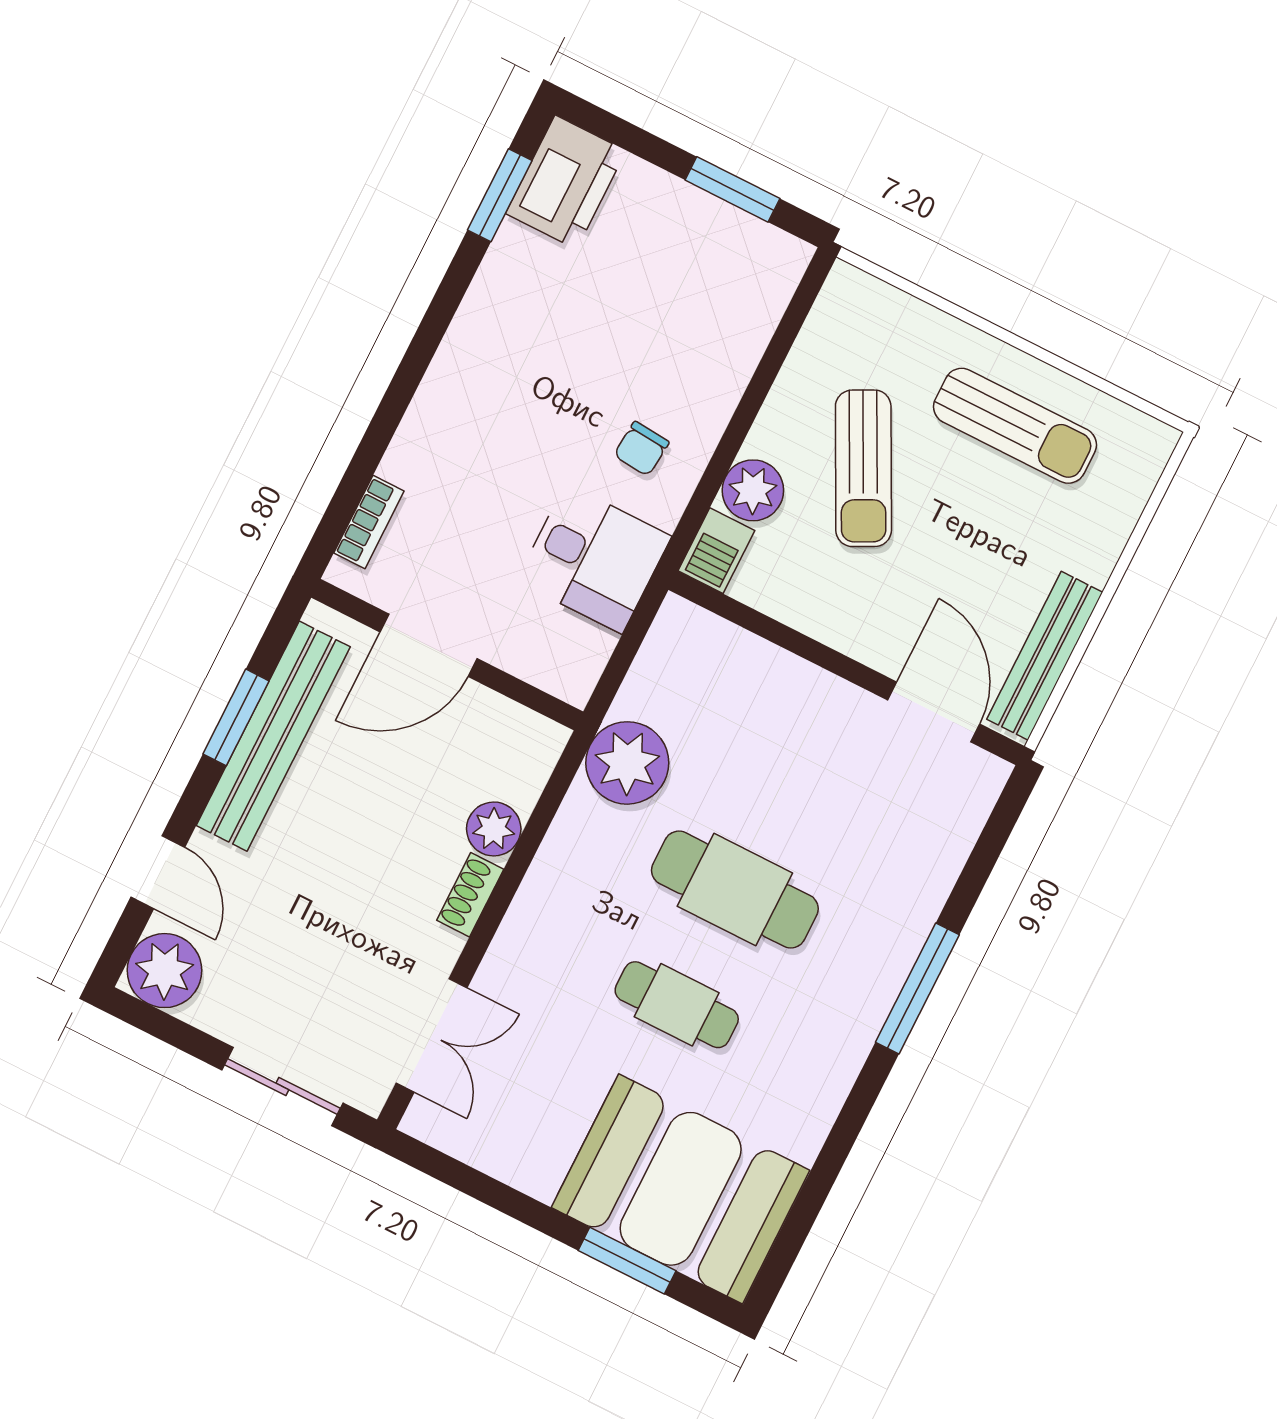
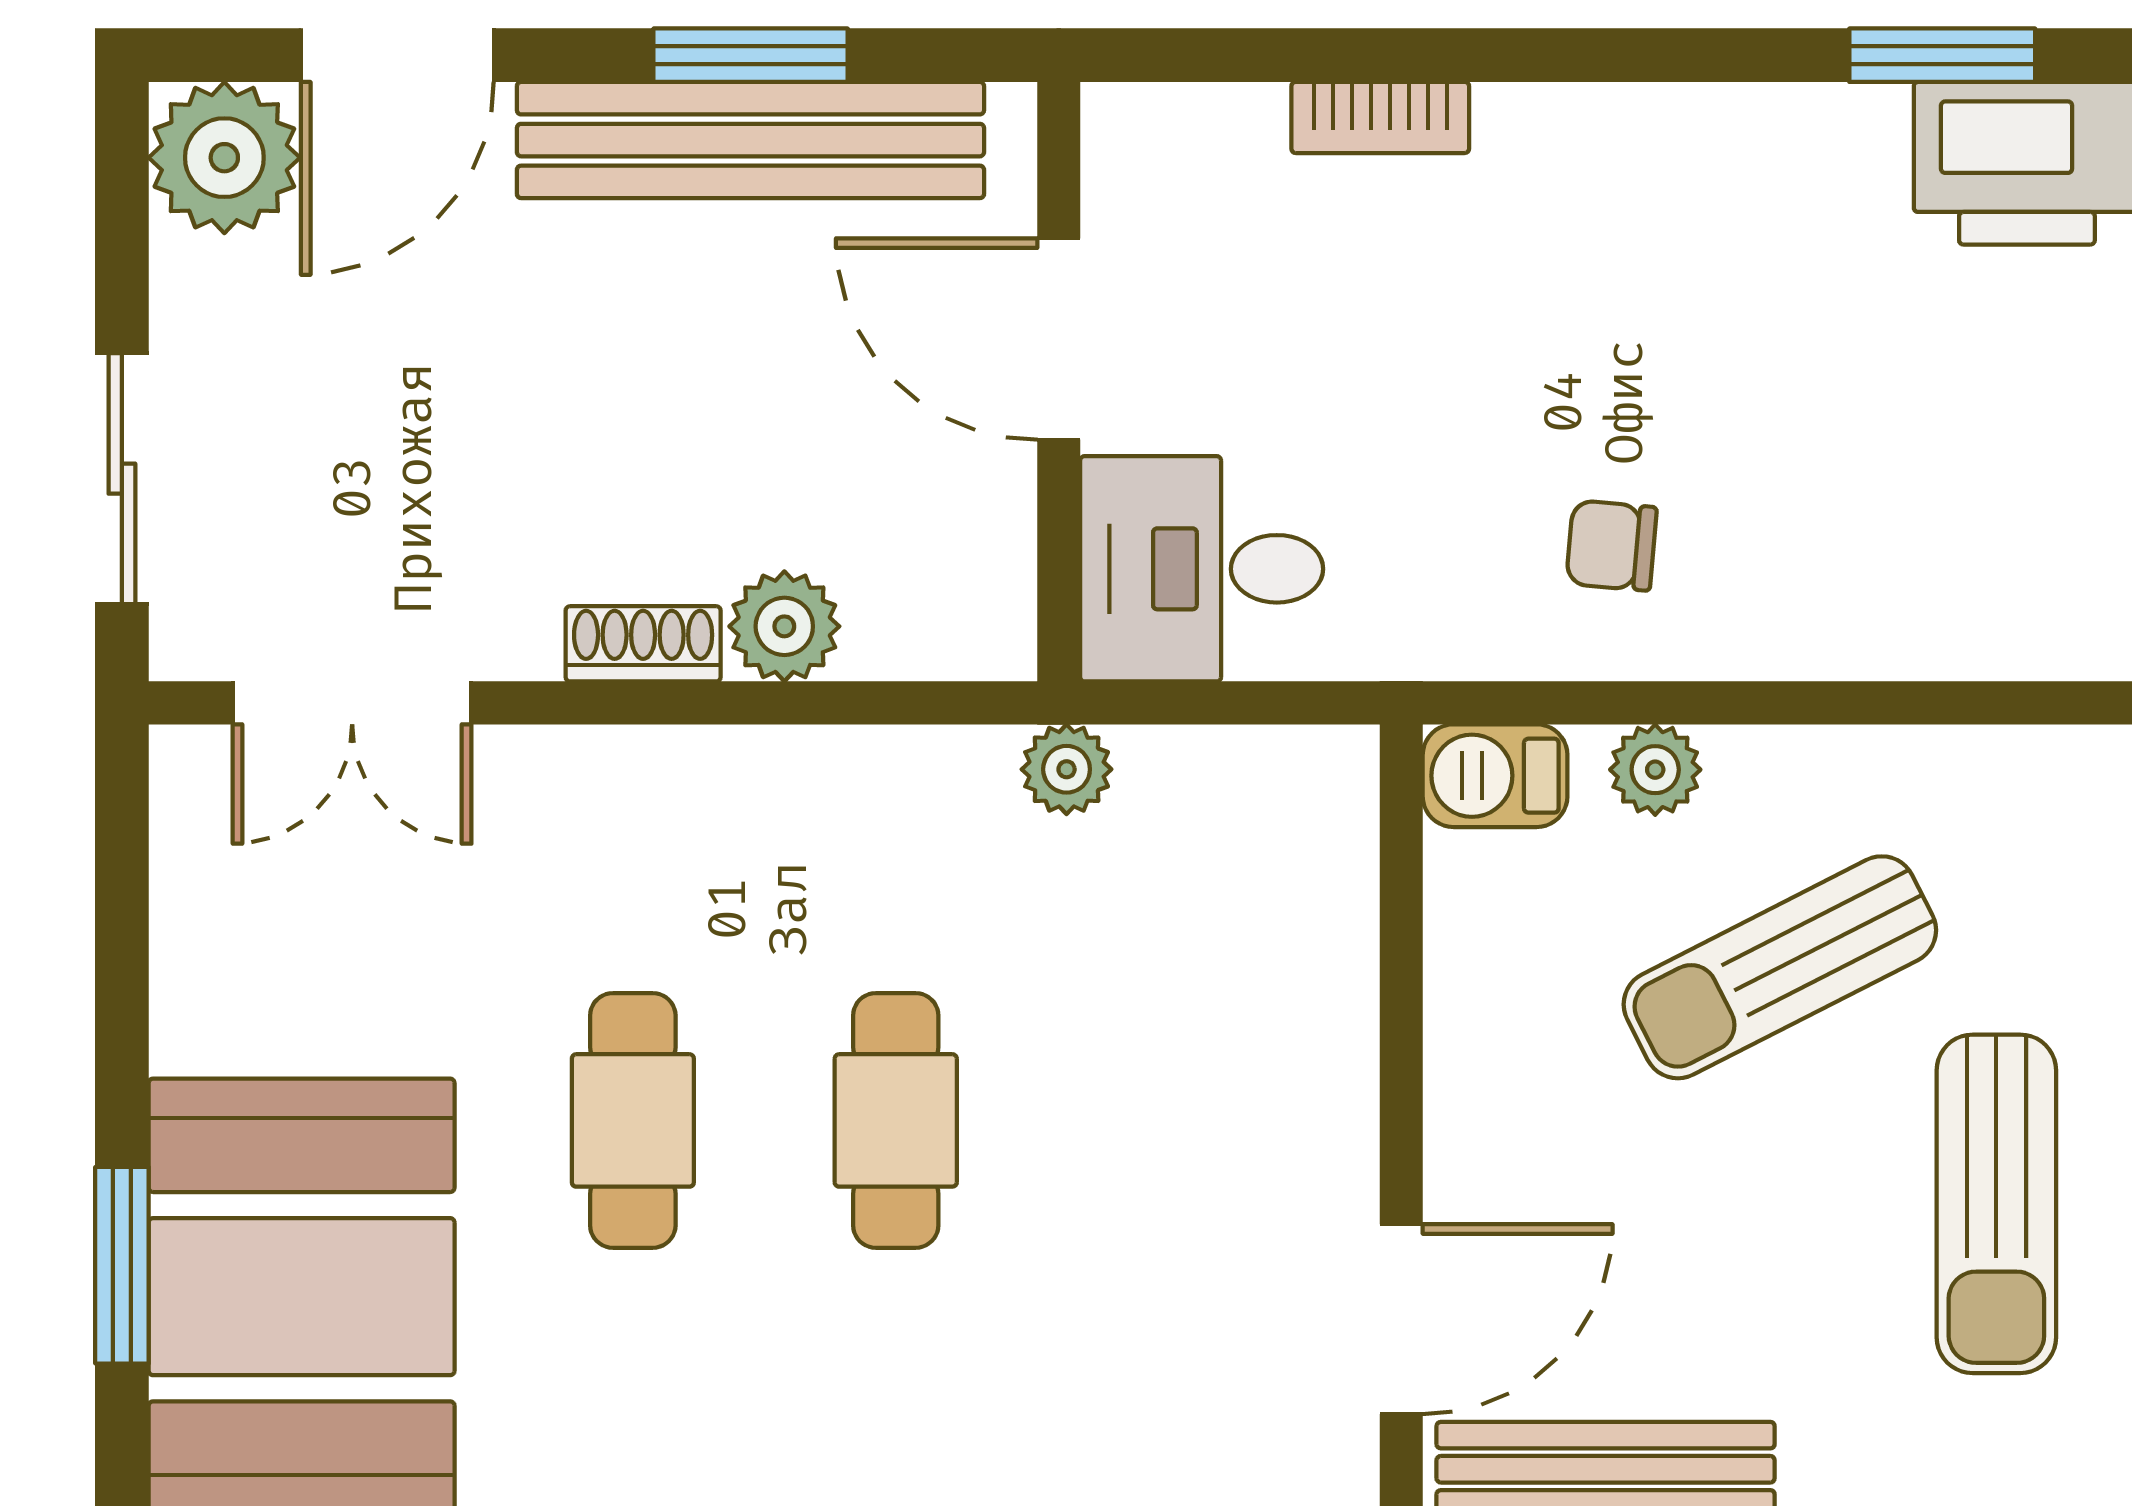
plant: (753, 490) -> (1655, 770), width x0.73, depth x0.73
bookcase: (369, 522) -> (1380, 117), moved
desk: (594, 559) -> (1202, 569), moved, turned 90
plant: (627, 763) -> (1067, 769), width x0.53, depth x0.53
door: (158, 872) -> (397, 55), width x1.38
cafe table: (735, 890) -> (896, 1120), width x0.73, depth x0.74

